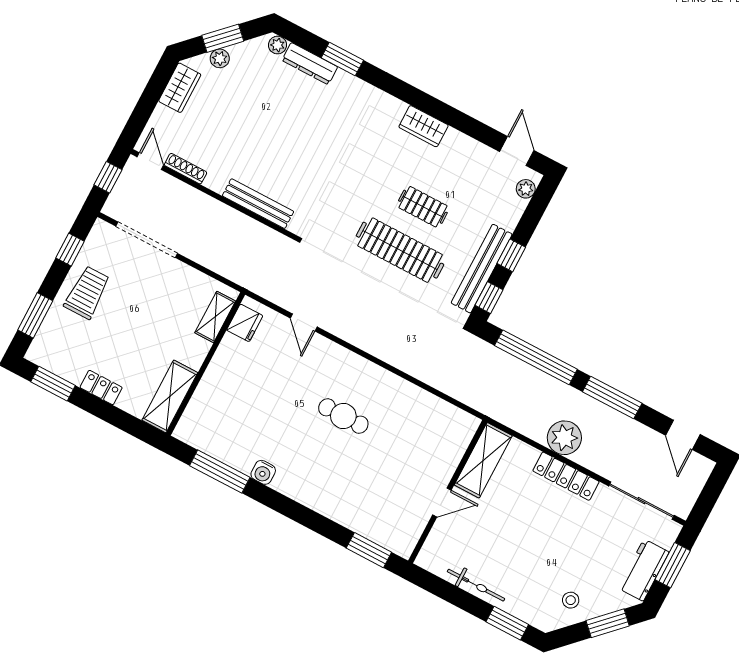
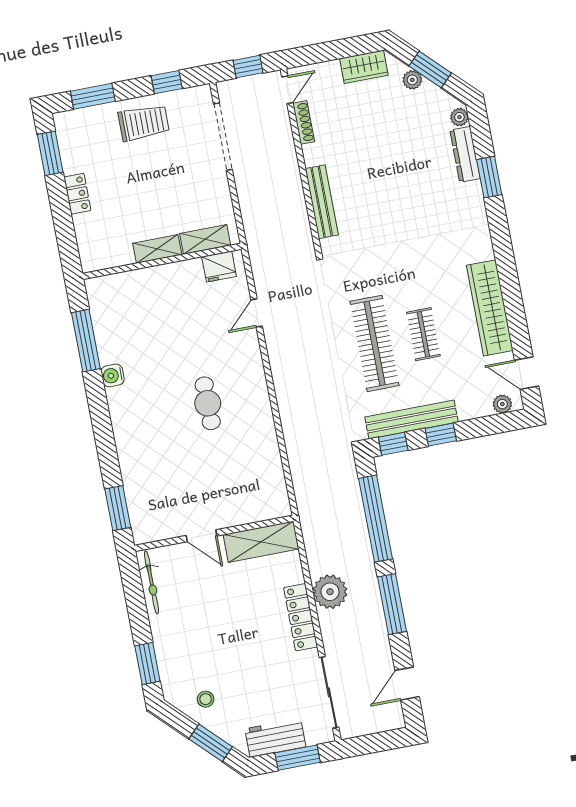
wardrobe: (423, 126) -> (490, 308), width x2.10, depth x1.17
door: (517, 151) -> (527, 373), swing flipped
shelving: (170, 396) -> (157, 249), moved, width x0.67, depth x0.75
bicycle: (476, 585) -> (151, 582), moved

